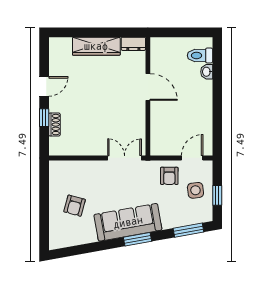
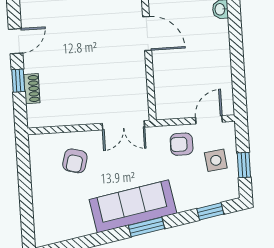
double door: (125, 158) -> (123, 125), swing flipped
armchair: (169, 176) -> (182, 144), turned 90
armchair: (75, 206) -> (75, 161), moved
window: (188, 230) -> (210, 211), width x0.67

